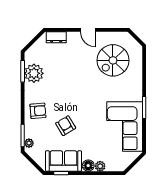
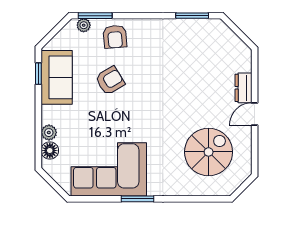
dresser: (56, 37) -> (243, 88), moved
spiral stairs: (113, 60) -> (209, 152), turned 90
plant: (34, 73) -> (189, 33), removed
armchair: (38, 111) -> (115, 37), moved
floor lamp: (88, 166) -> (50, 151), moved

